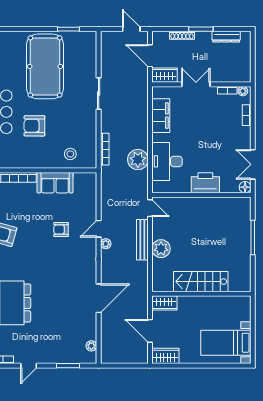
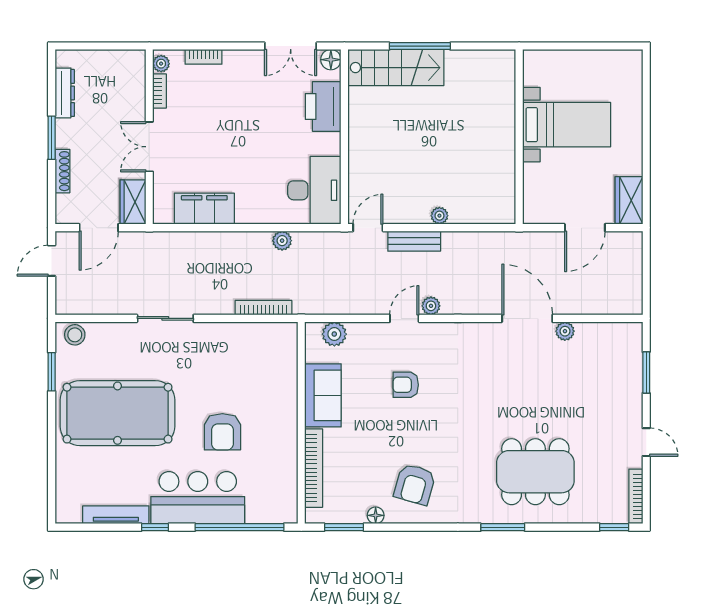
stool: (70, 154) -> (75, 335), moved
plant: (138, 160) -> (282, 241), width x0.53, depth x0.53
desk: (167, 161) -> (314, 190), moved, turned -90
printer: (205, 183) -> (323, 106), moved
plant: (90, 189) -> (334, 334), added
door: (99, 229) -> (404, 318), swing flipped
armchair: (61, 230) -> (406, 385), turned 90
bench: (142, 240) -> (414, 241), width x0.73
plant: (161, 249) -> (439, 216), width x0.53, depth x0.53
stairs: (201, 282) -> (396, 68), moved, turned -90
wardrobe: (164, 303) -> (535, 202), removed
bed with nightstands: (226, 343) -> (567, 125), moved, turned -90
plant: (91, 346) -> (565, 331), moved

